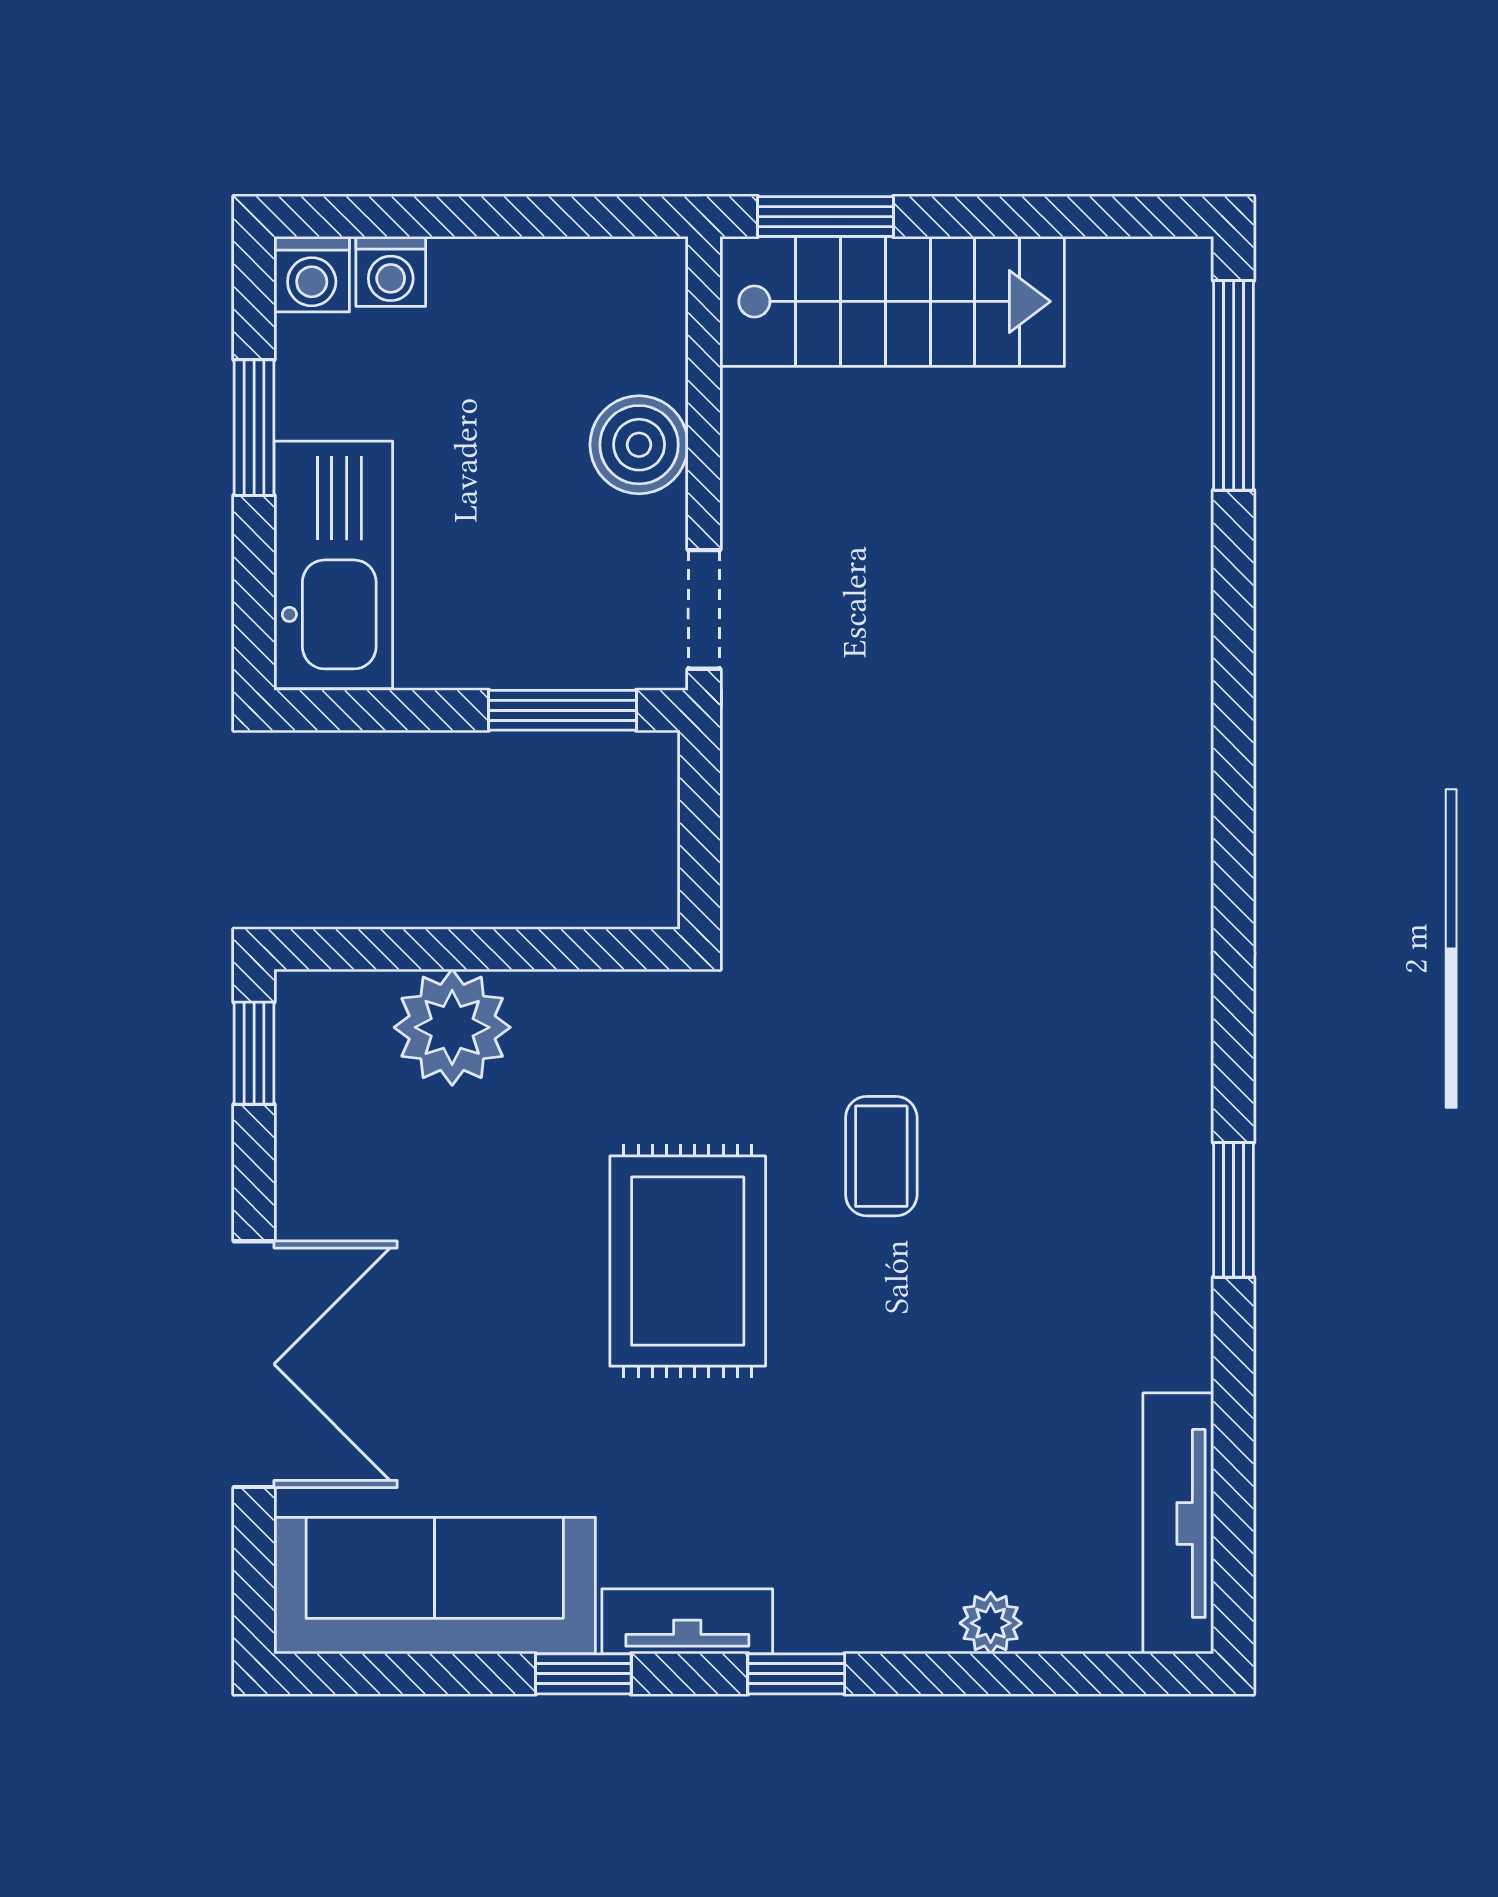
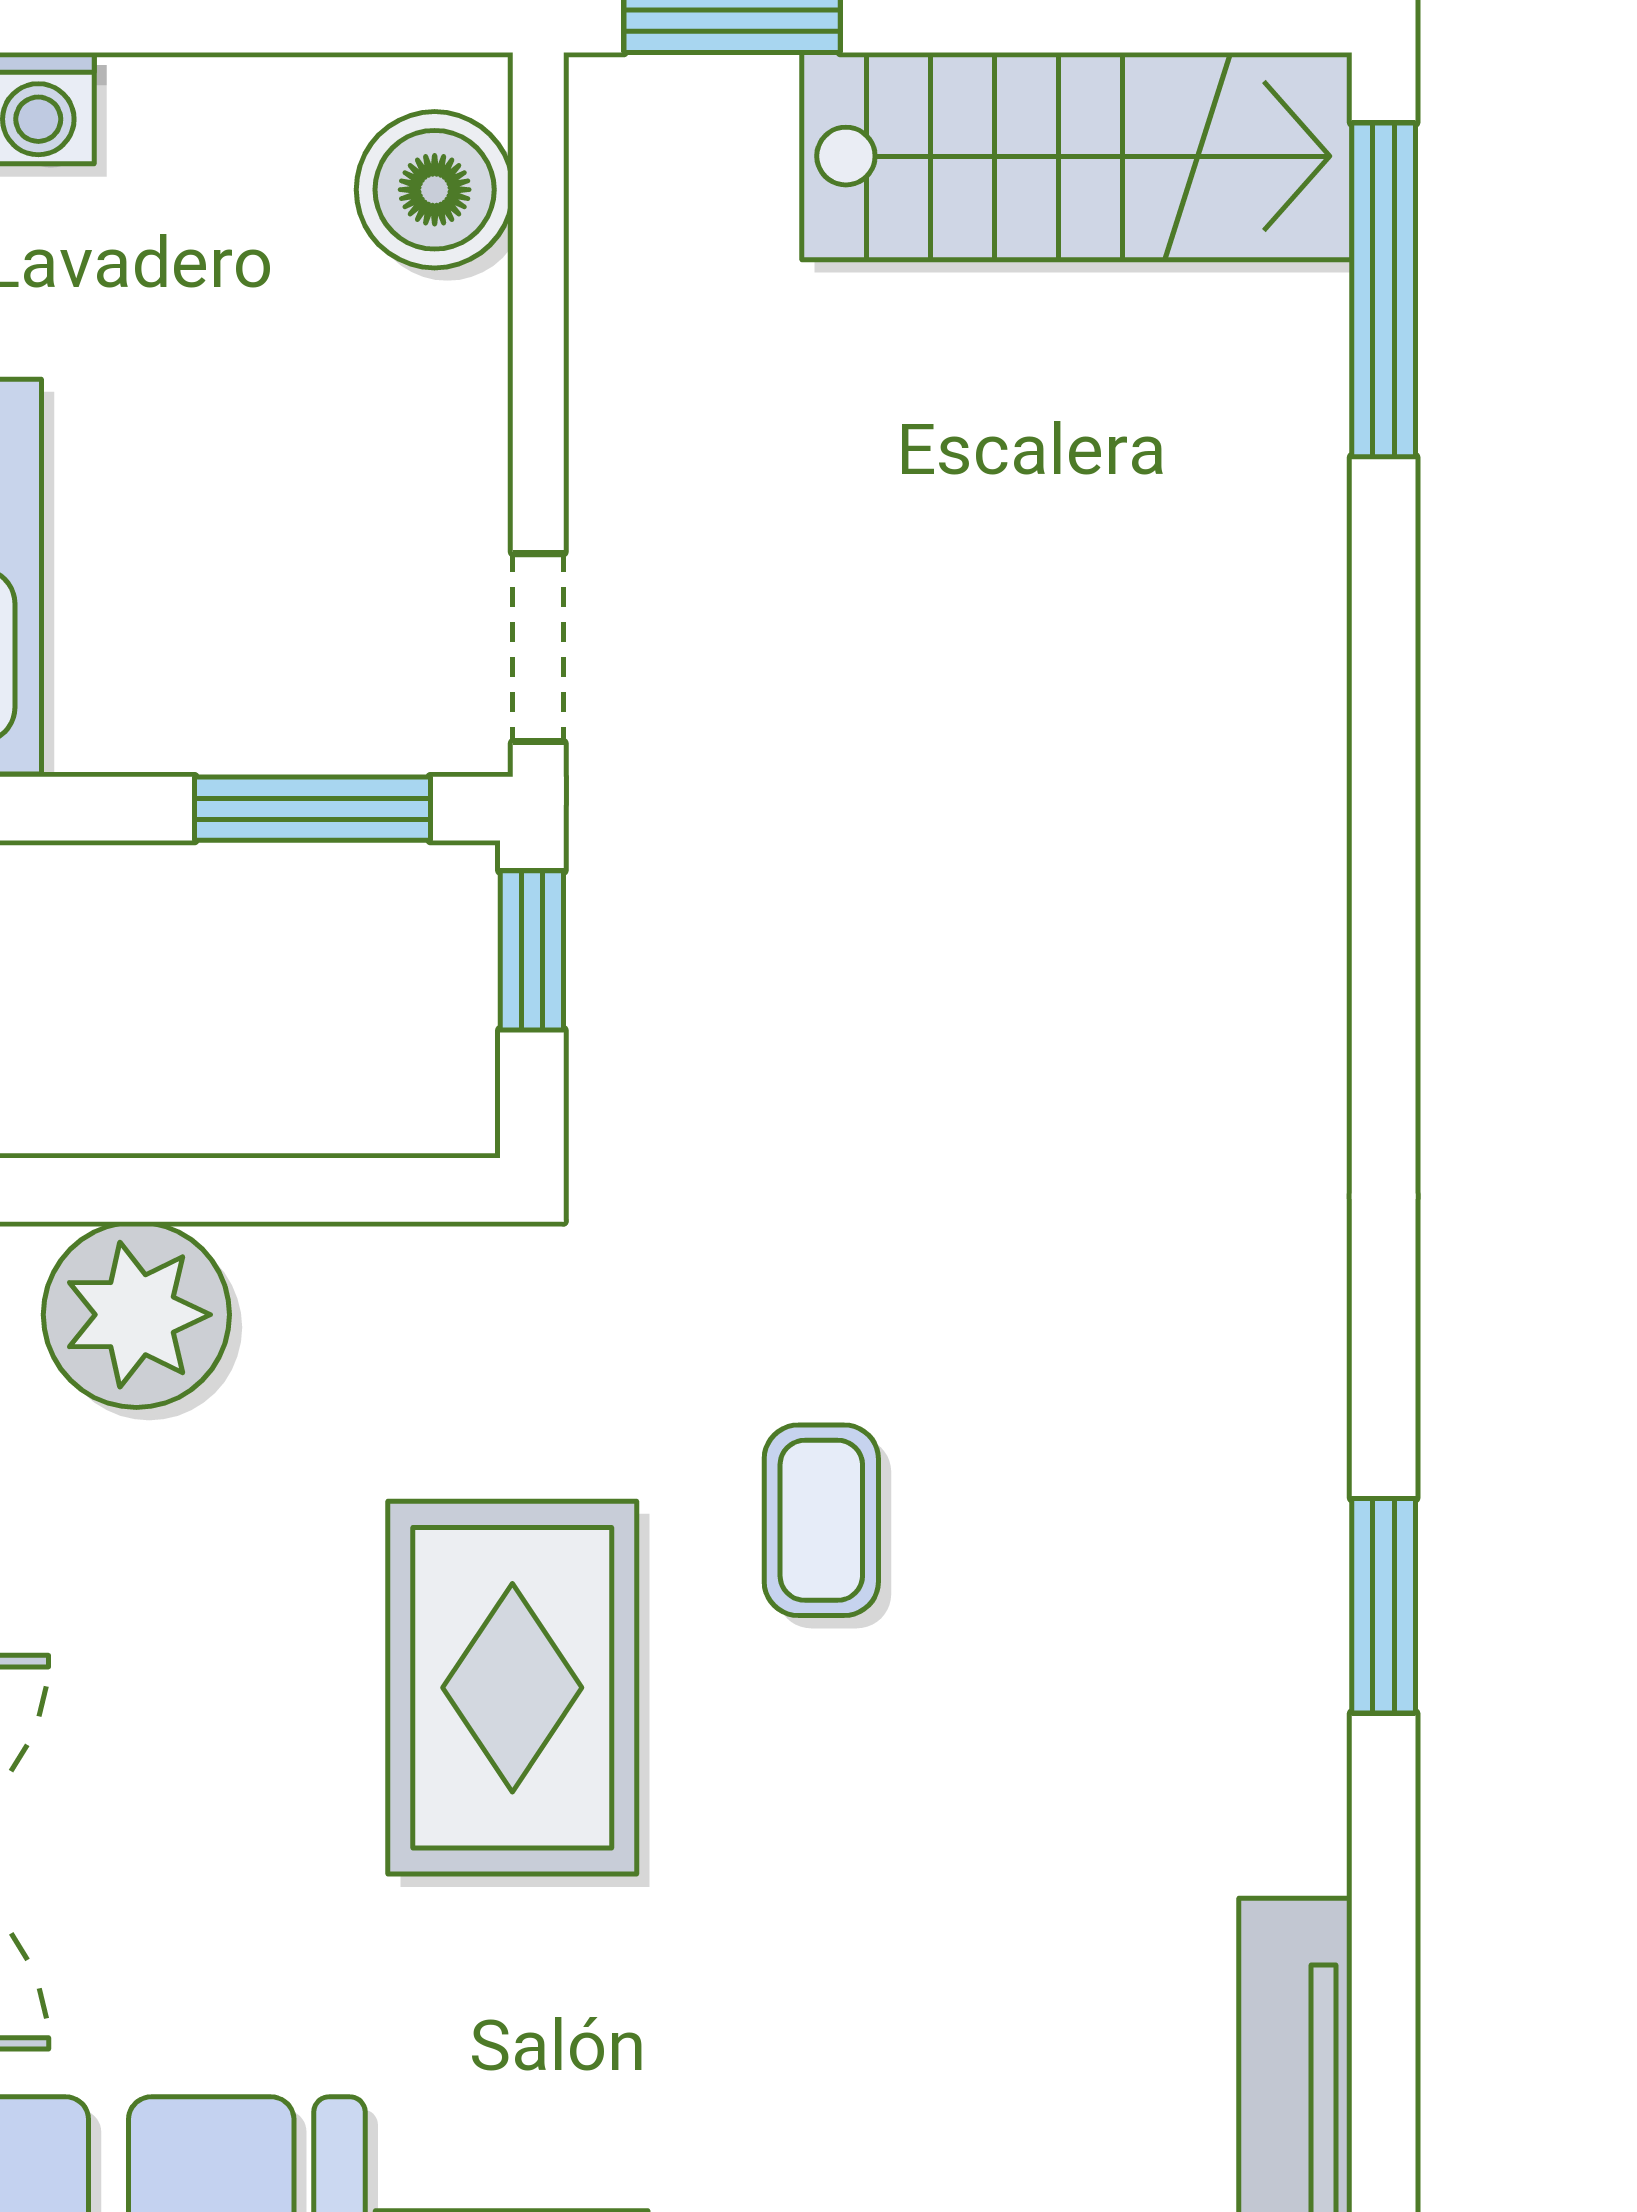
stairs: (892, 301) -> (1077, 156), moved
boiler: (639, 445) -> (435, 190), moved
window: (700, 799) -> (532, 950), added

